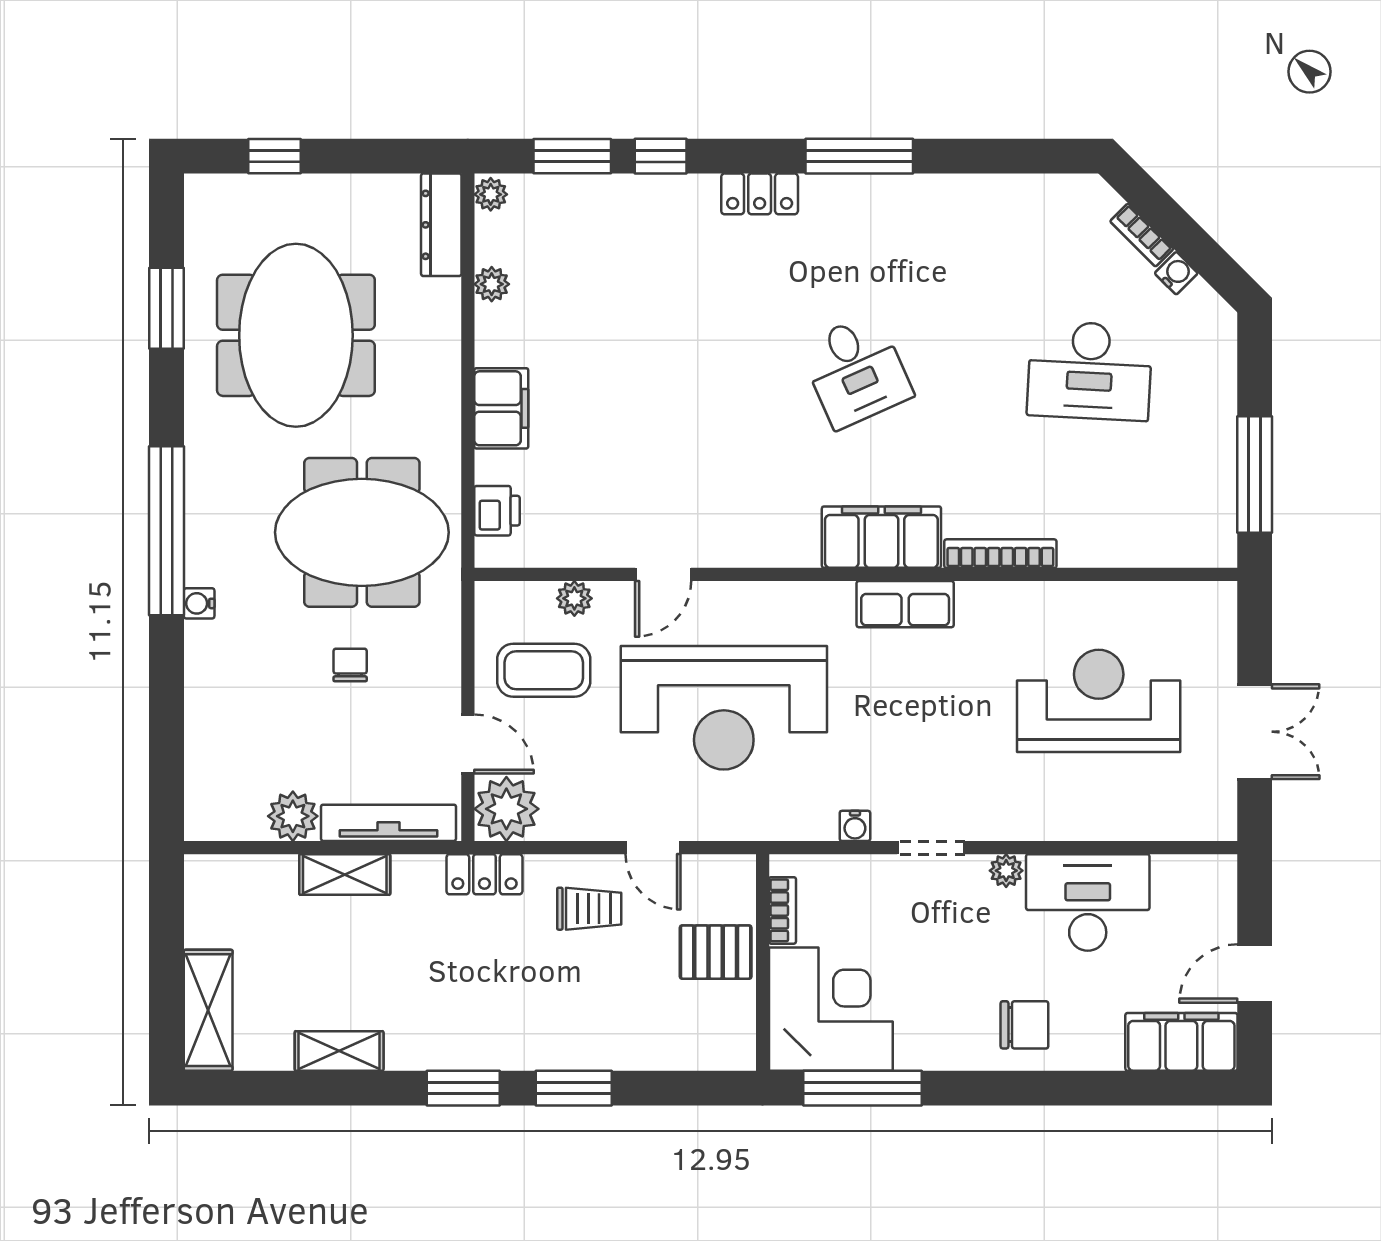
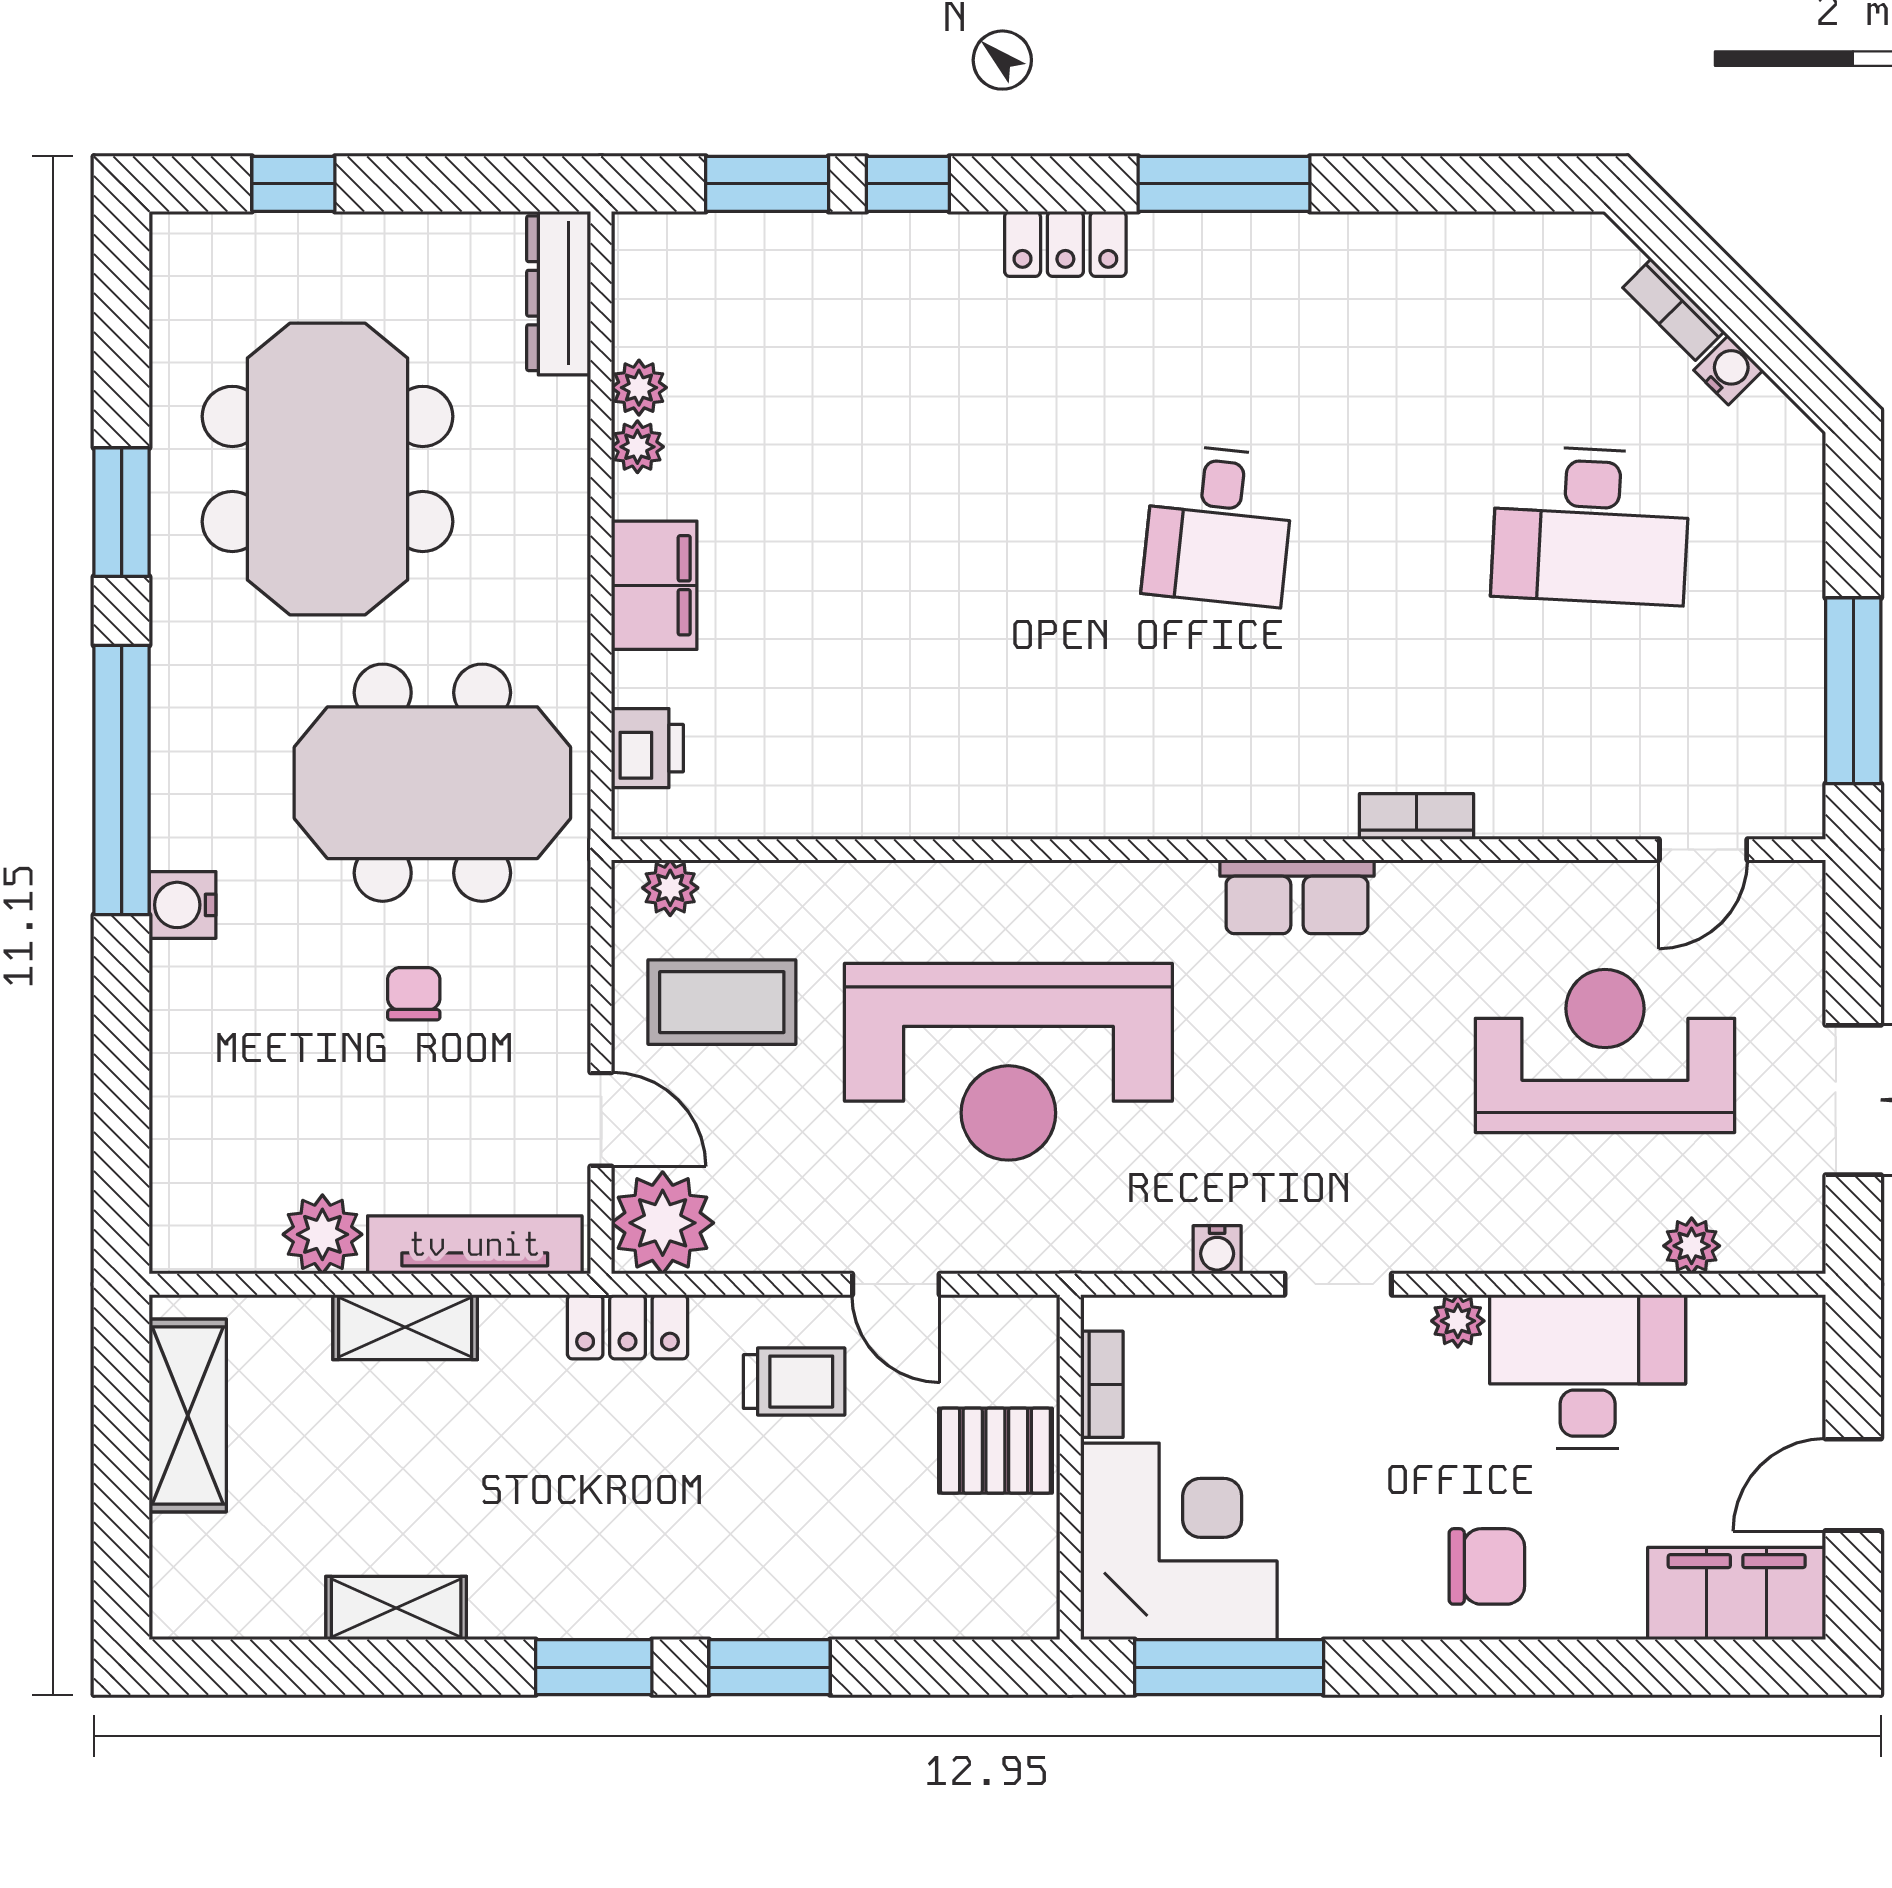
plant: (491, 194) -> (637, 447), moved
window: (167, 308) -> (122, 512), moved
desk: (856, 371) -> (1218, 525), turned 30
filing cabinet: (881, 537) -> (1259, 790), removed
bookcase: (1000, 554) -> (1417, 816), width x0.64
door: (663, 574) -> (1703, 850), moved
plant: (574, 598) -> (670, 888), moved
water cooler: (199, 603) -> (183, 905), width x1.38, depth x1.38
plant: (1153, 823) -> (1692, 1246), added
shelving: (208, 1010) -> (188, 1415), moved

